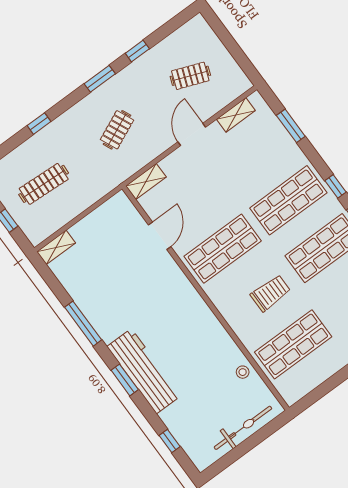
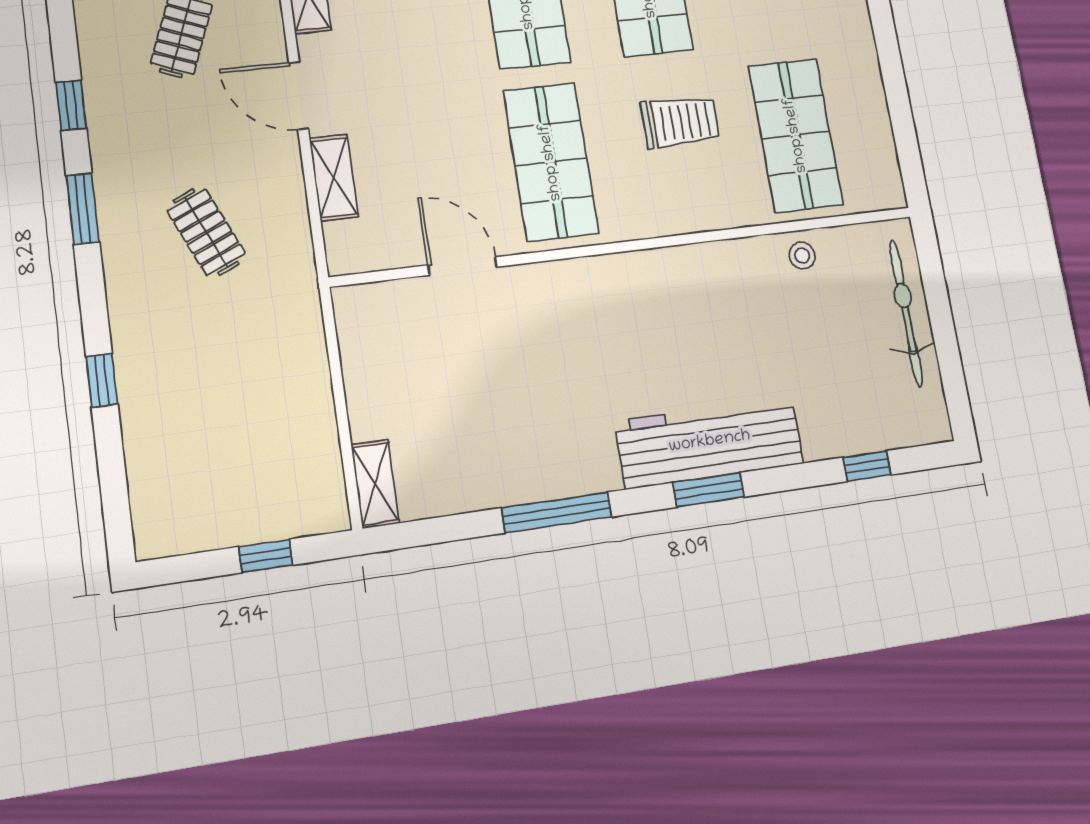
shelving: (146, 182) -> (334, 177), moved
clothes rail: (44, 184) -> (232, 439), removed
trolley: (271, 293) -> (680, 122), turned 90

